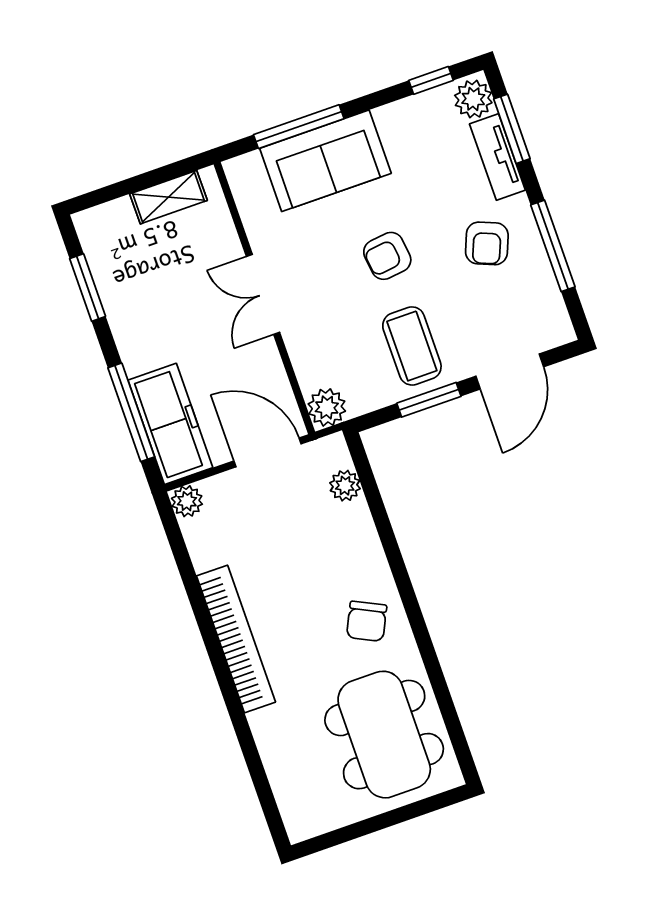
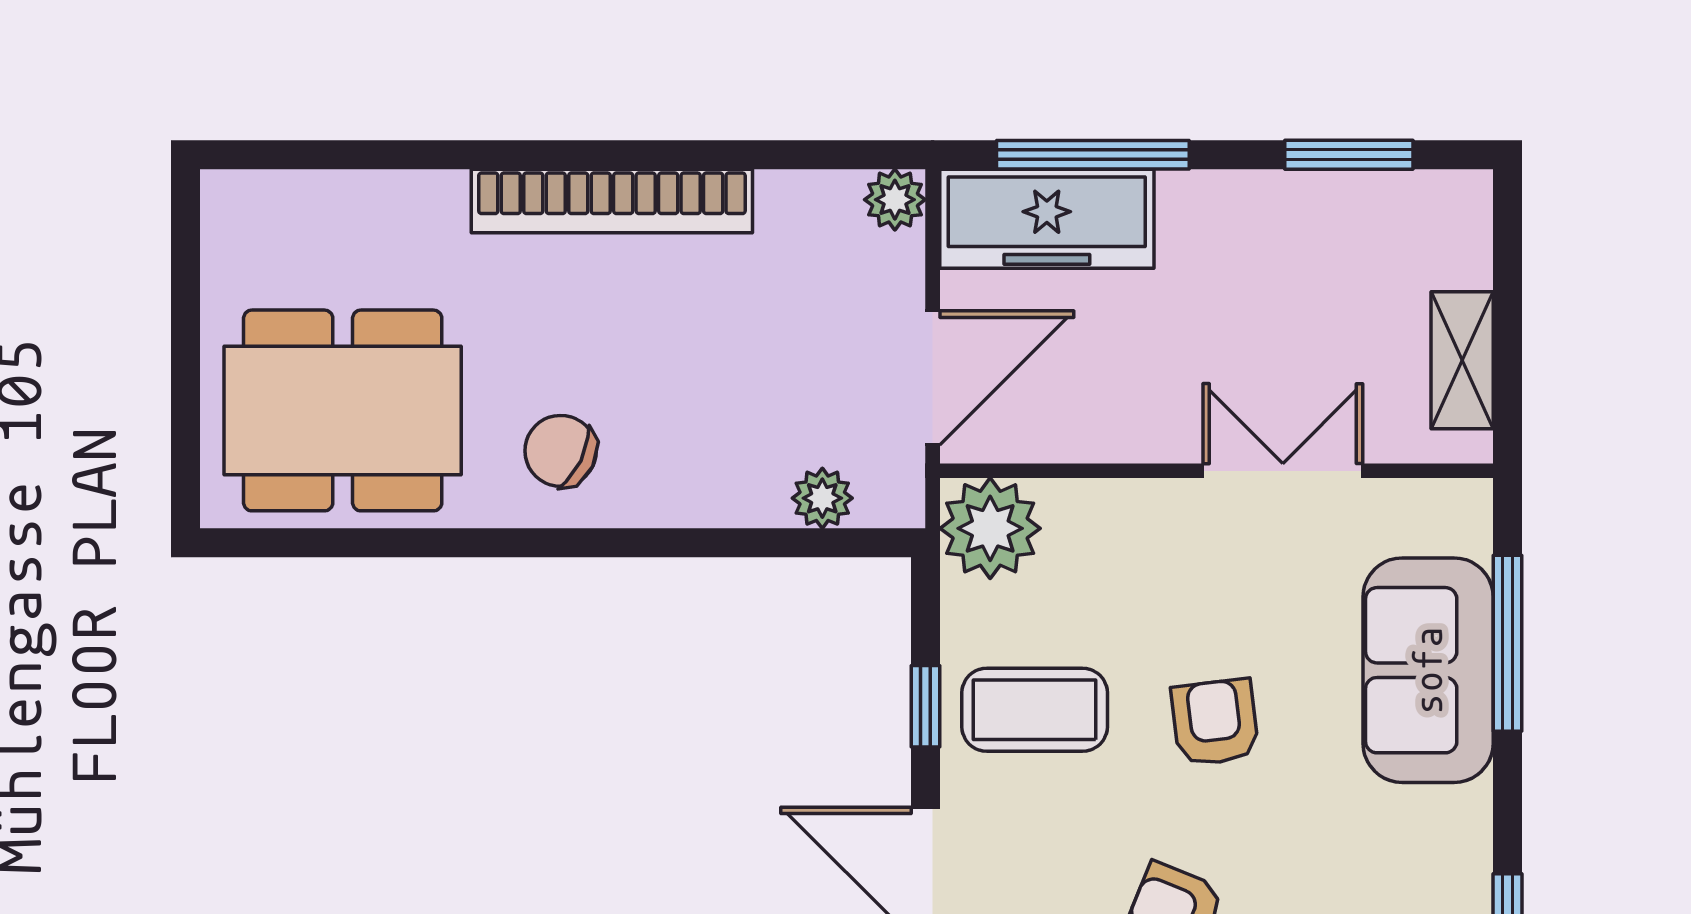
double door: (263, 294) -> (1283, 471), moved
window: (429, 400) -> (925, 706), width x0.67
plant: (327, 407) -> (990, 528), width x1.36, depth x1.36

